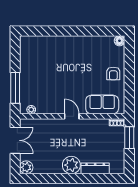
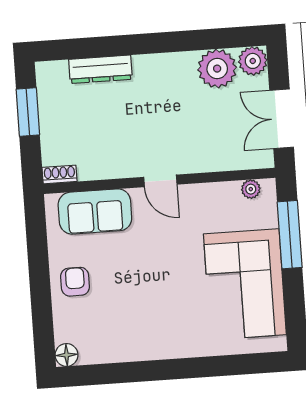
corner sofa: (37, 67) -> (245, 284), added
window: (129, 138) -> (28, 112), moved
plant: (71, 165) -> (217, 69), moved

